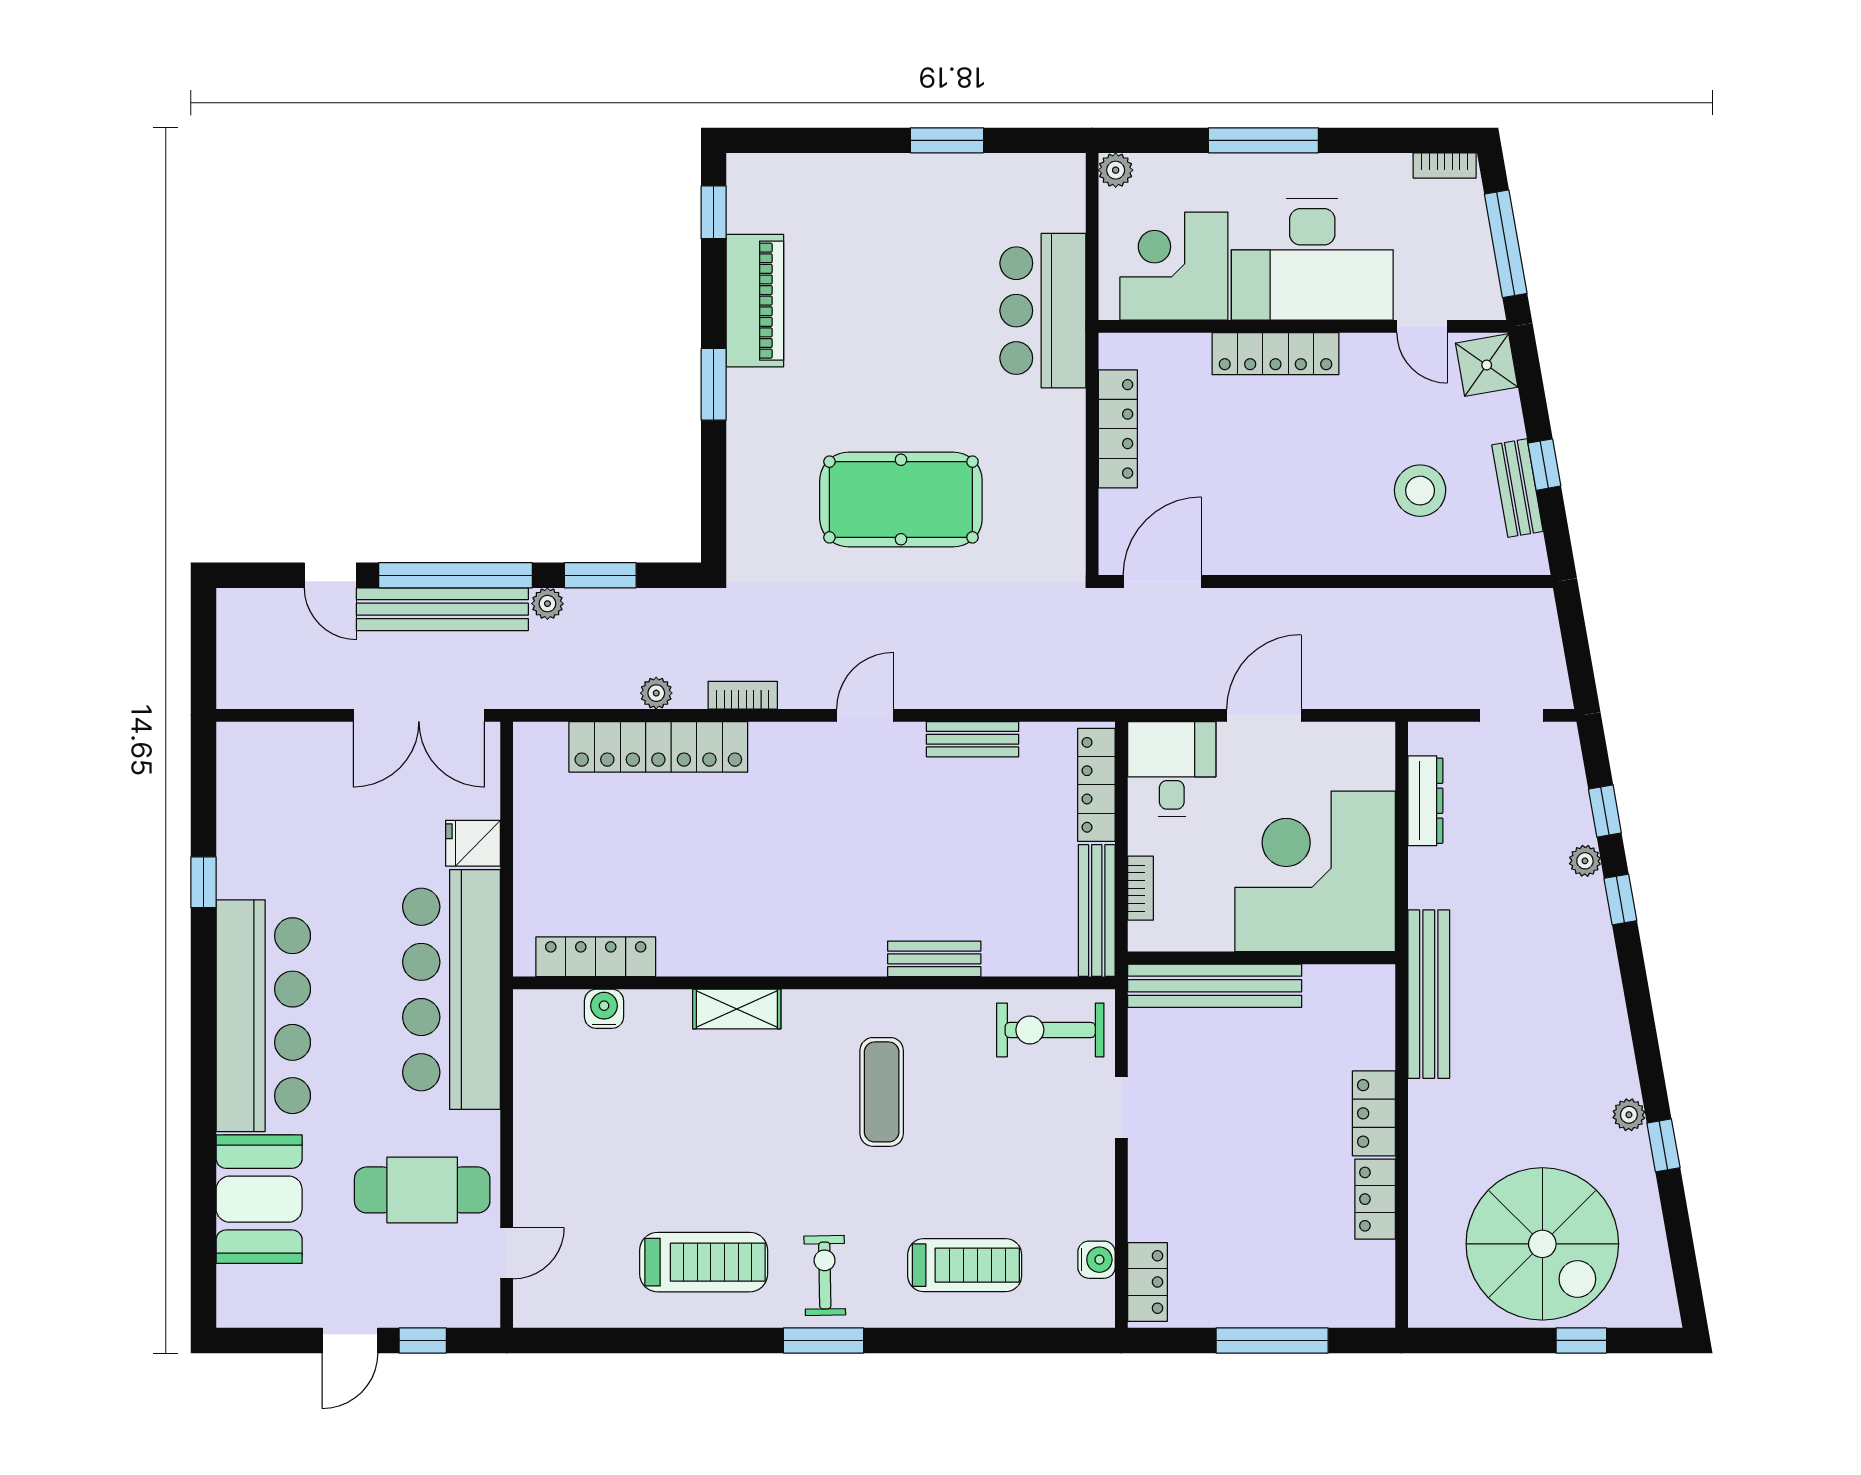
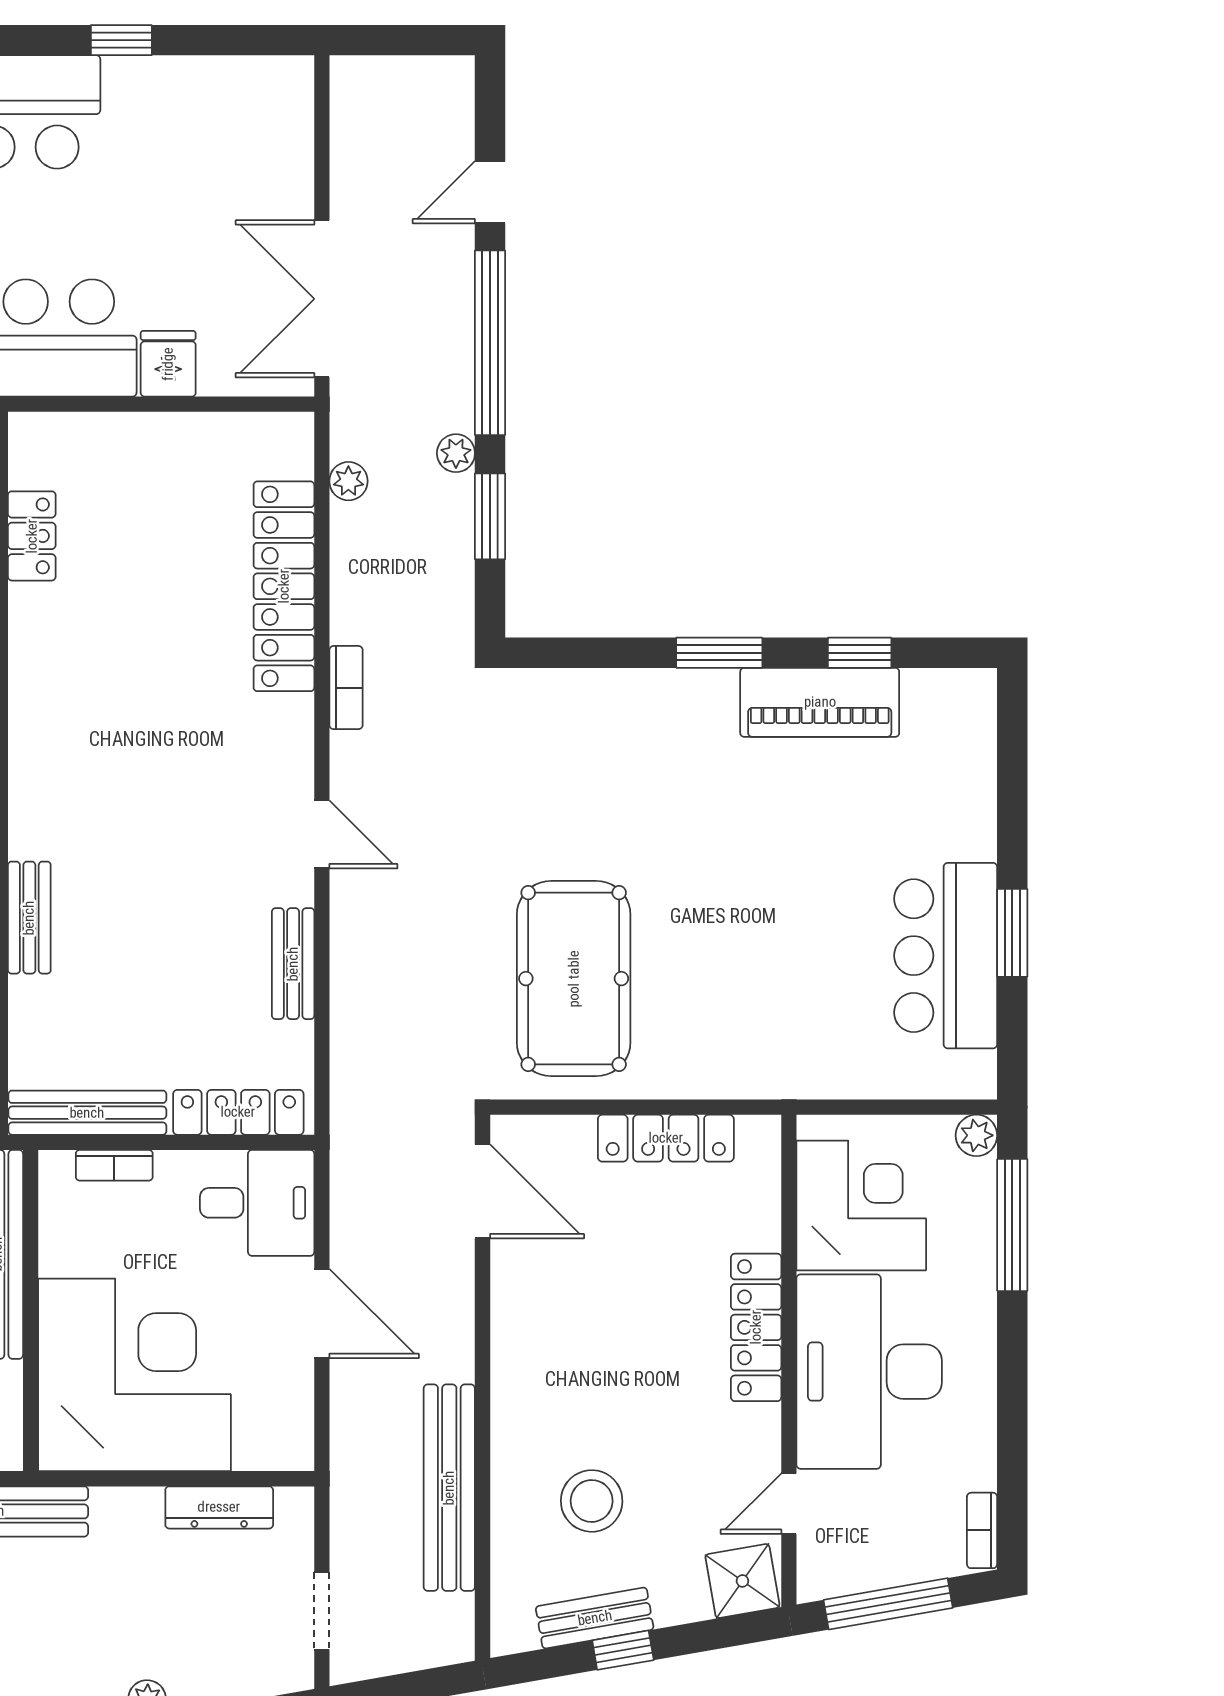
window: (1263, 140) -> (1012, 1225), moved
window: (714, 212) -> (860, 653), moved
bar counter: (1043, 311) -> (946, 956), moved, turned -90
pool table: (901, 500) -> (574, 979), moved
bench: (442, 609) -> (449, 1488), moved
plant: (656, 693) -> (348, 481), moved
locker: (596, 957) -> (32, 536), width x0.66

